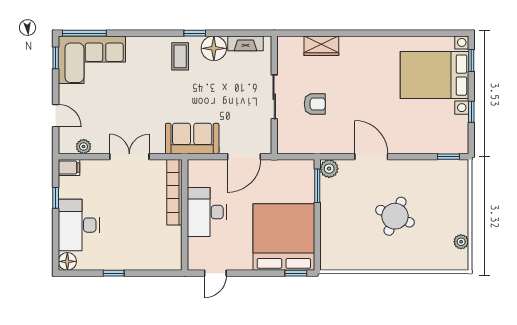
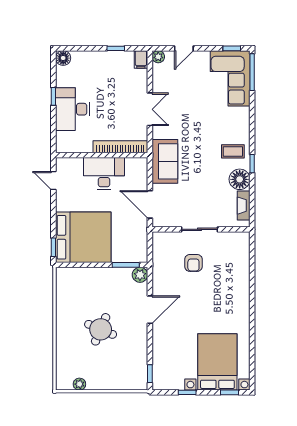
wardrobe: (321, 46) -> (242, 268), removed
plant: (84, 147) -> (158, 57), moved
desk: (79, 225) -> (73, 109), moved, turned -90

